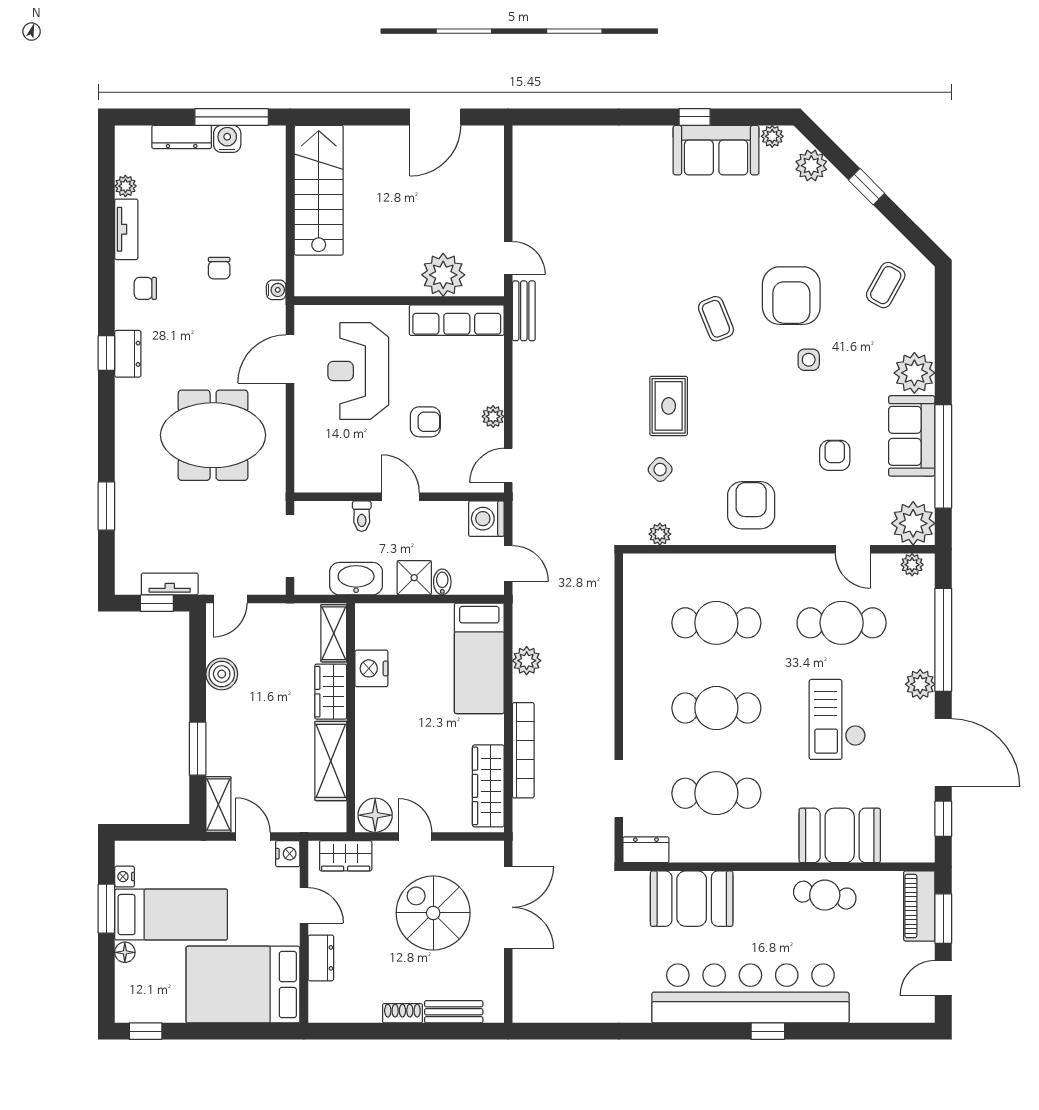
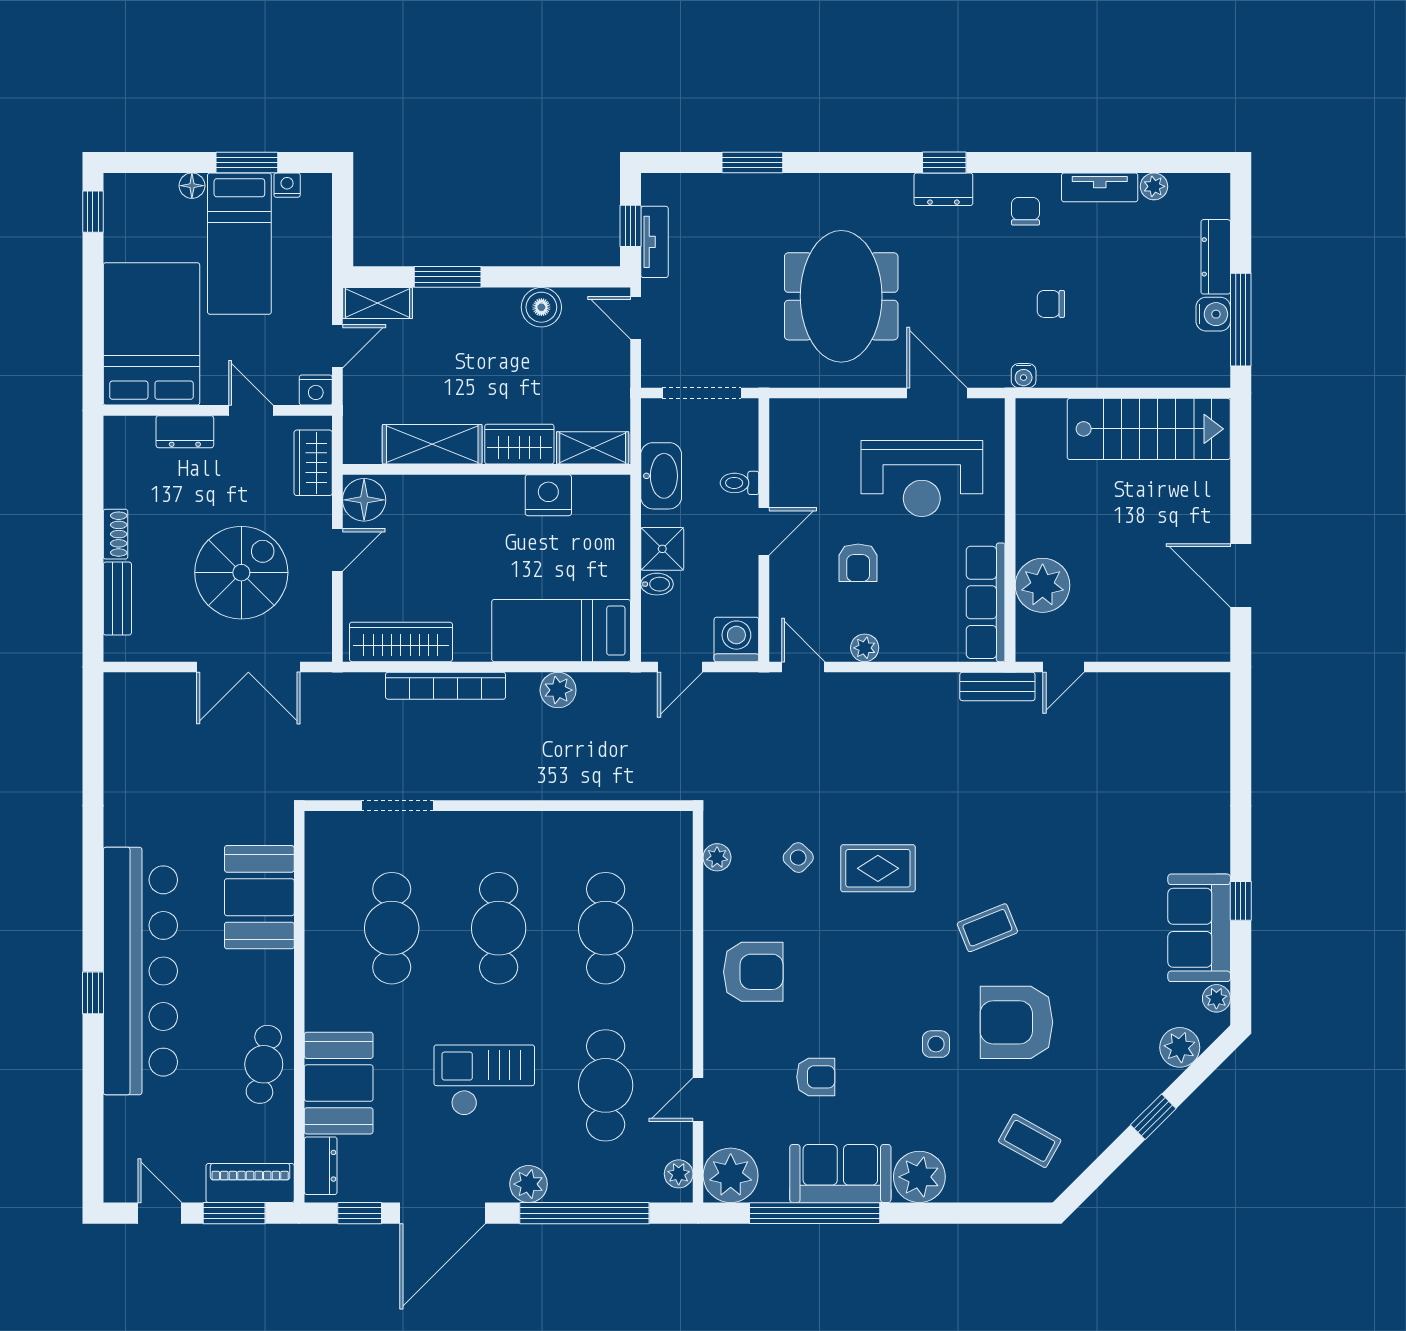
reception desk: (358, 371) -> (922, 479), turned 180
dresser: (646, 850) -> (321, 1166), moved
door: (304, 905) -> (251, 410), swing flipped

